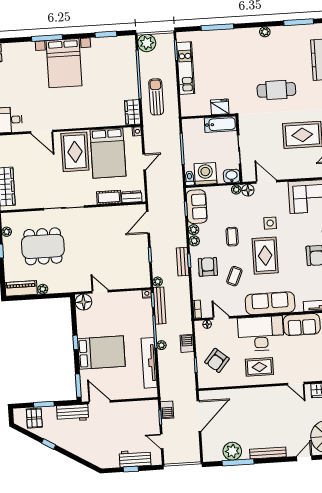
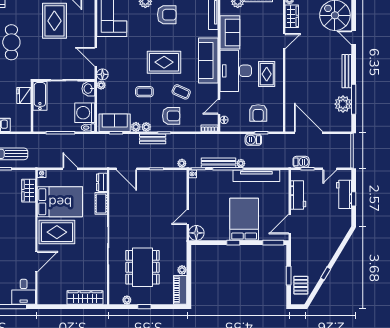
wardrobe: (133, 112) -> (29, 191), moved, turned 90
door: (266, 182) -> (96, 57), hinge flipped
side table: (270, 223) -> (134, 56), removed
bench: (183, 262) -> (153, 139), moved
armchair: (208, 267) -> (171, 116), turned 180
bench: (160, 306) -> (219, 163), moved
barbecue: (187, 343) -> (253, 140), moved
armchair: (217, 360) -> (258, 113), turned 50
workbench: (73, 413) -> (298, 195), moved
pallet: (34, 418) -> (301, 285), turned 90

